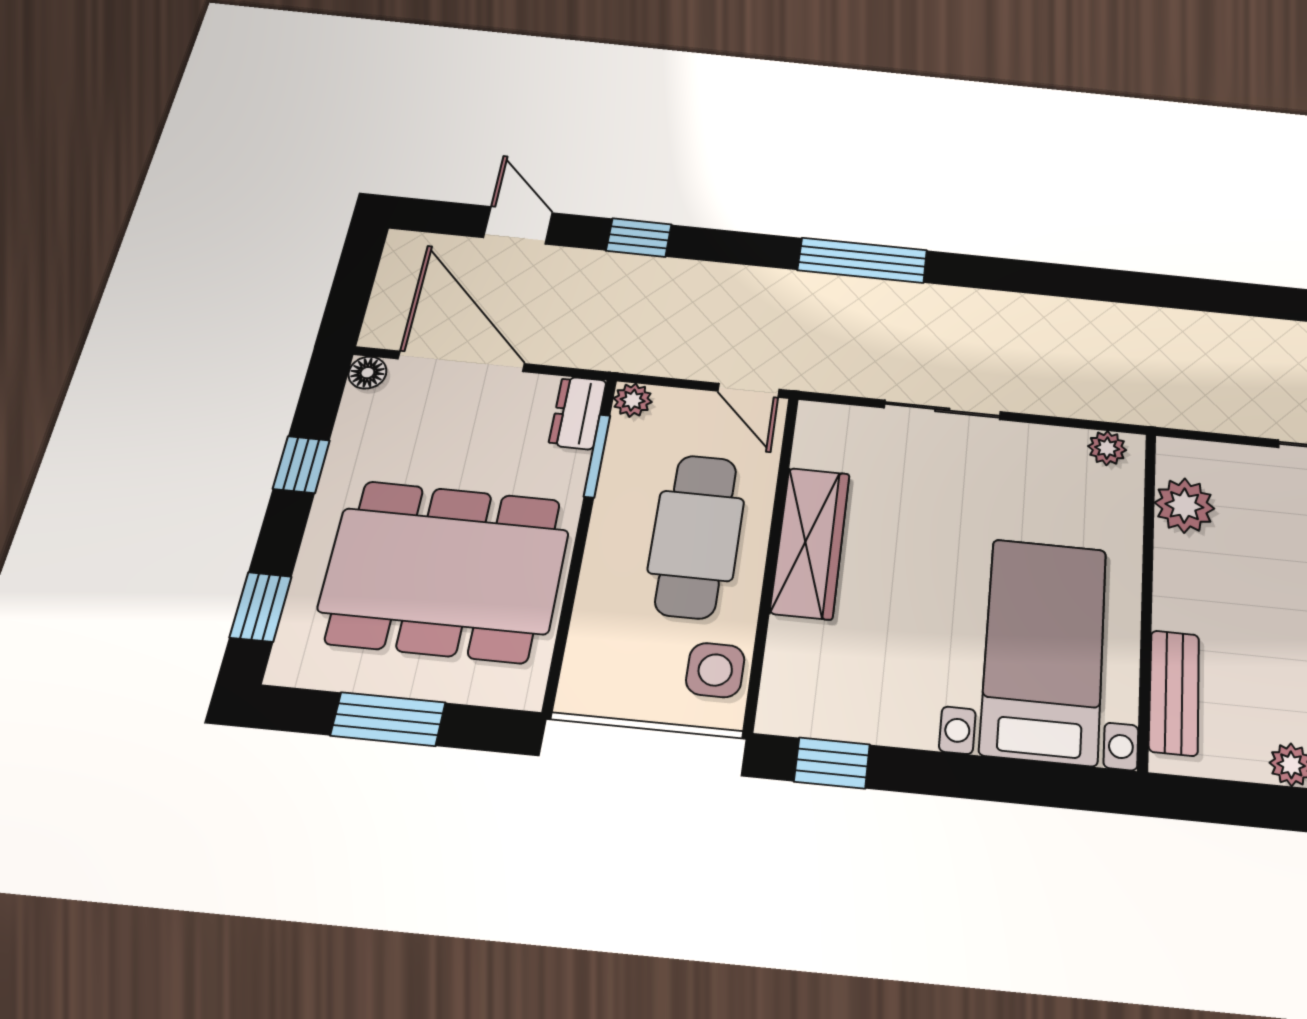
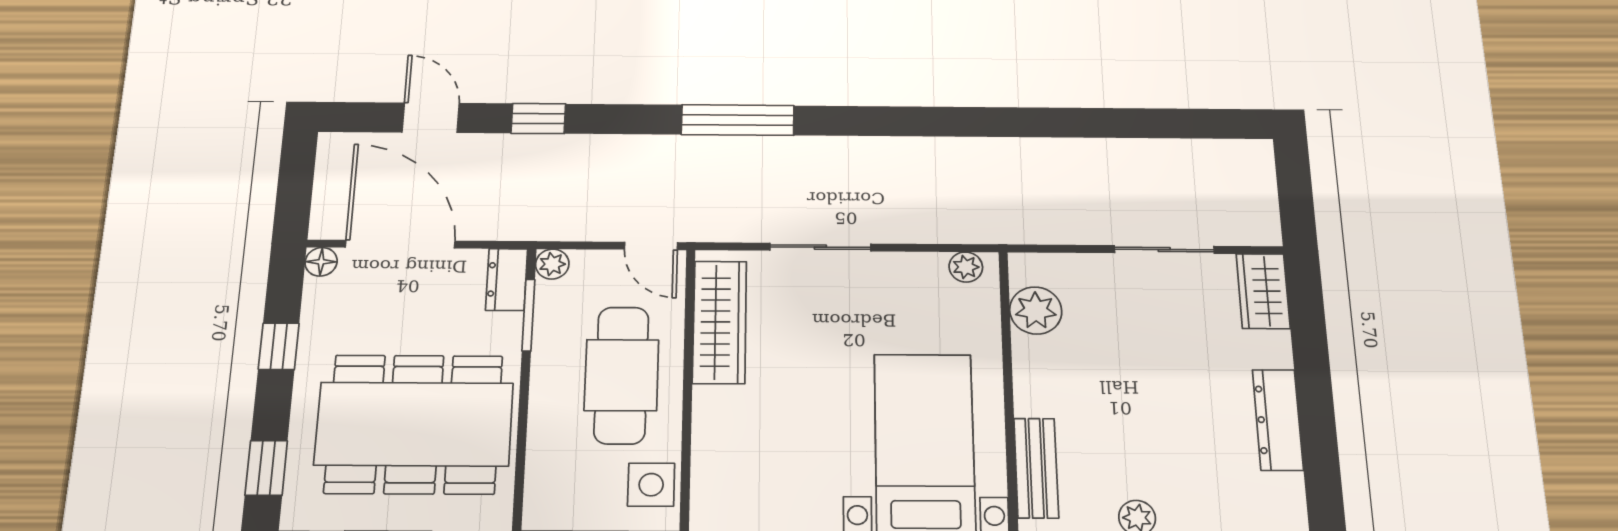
wardrobe: (810, 543) -> (720, 322), moved

